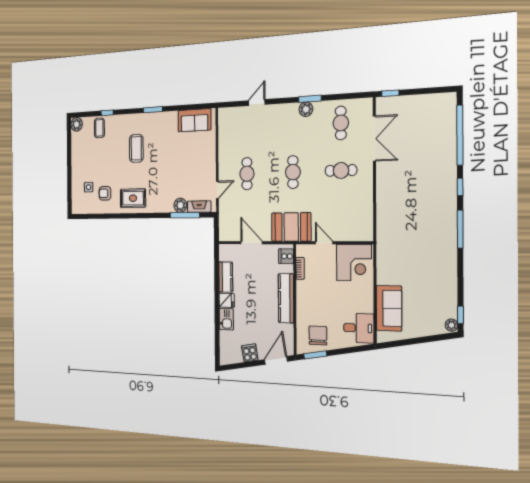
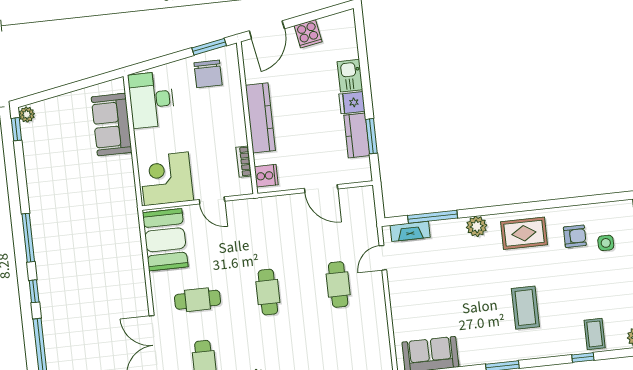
plant: (180, 205) -> (477, 226), moved
booth: (291, 227) -> (165, 240), moved, turned 90
window: (217, 275) -> (372, 136), added
desk: (359, 328) -> (151, 100), width x1.37

